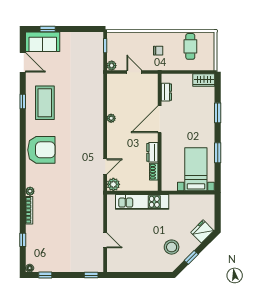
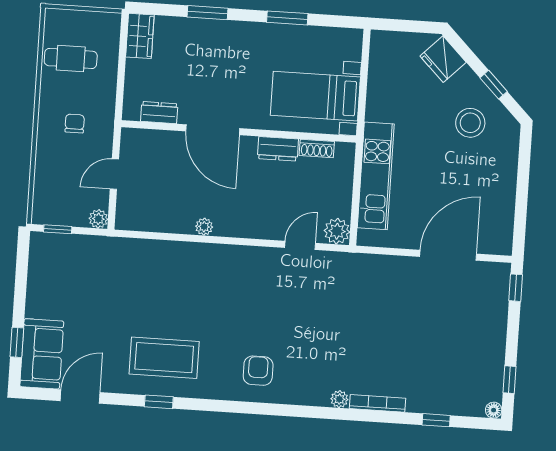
armchair: (41, 150) -> (258, 371), width x0.53, depth x0.53
door: (105, 167) -> (300, 245), hinge flipped
bed with nightstands: (196, 169) -> (315, 96), moved
door: (105, 240) -> (448, 255), width x1.88

